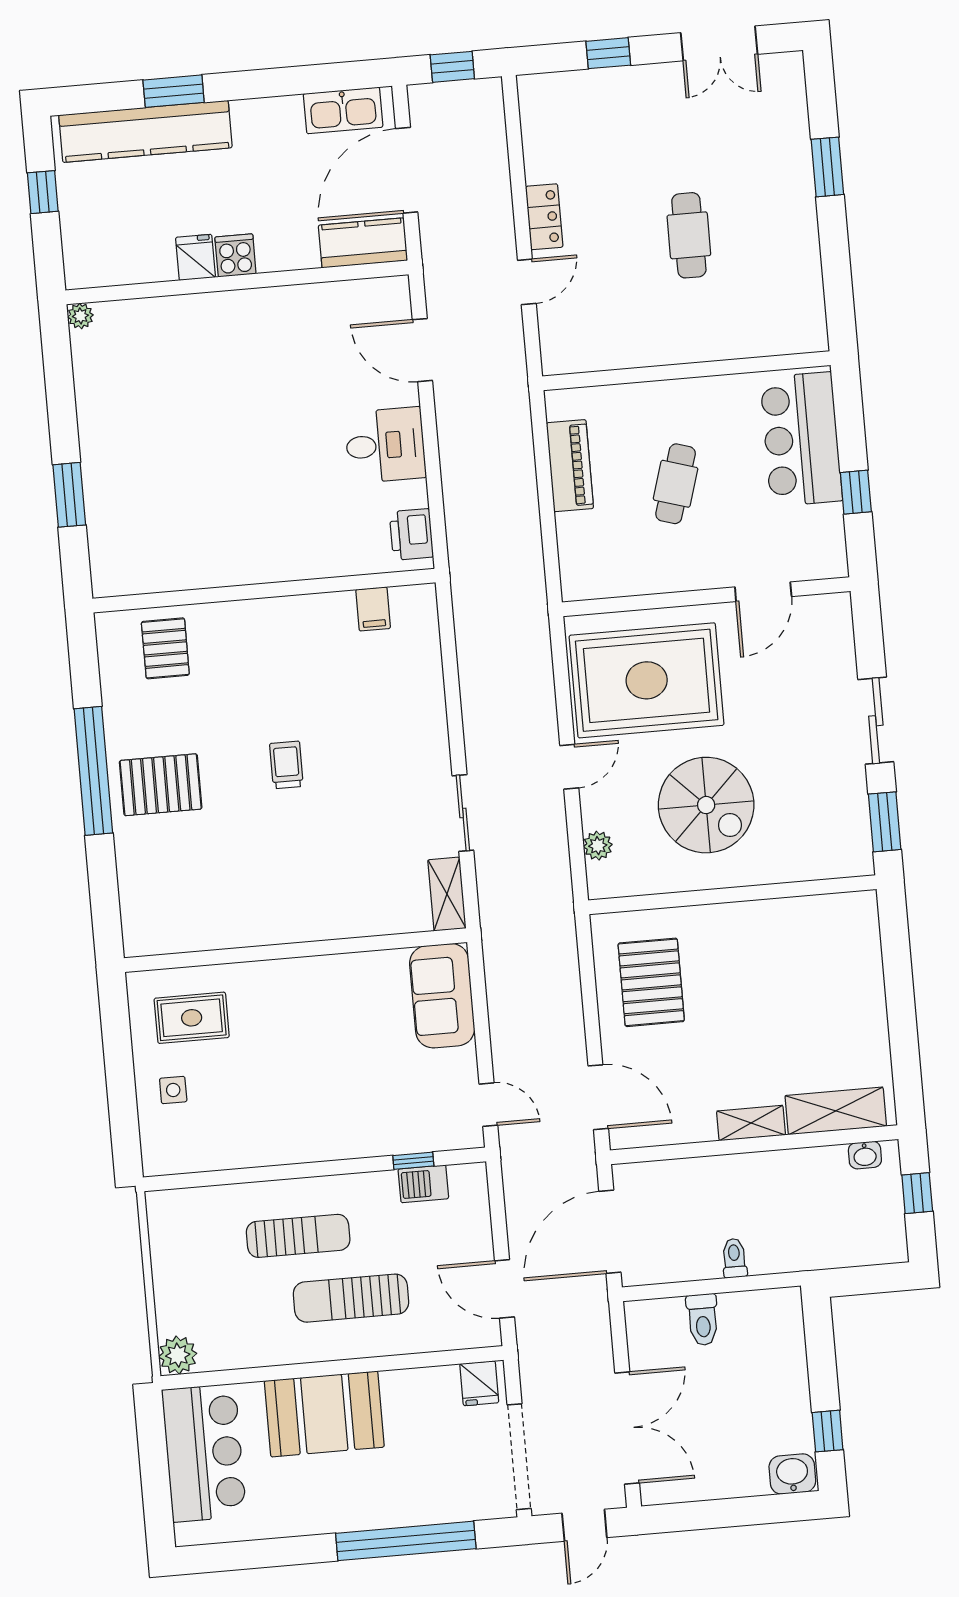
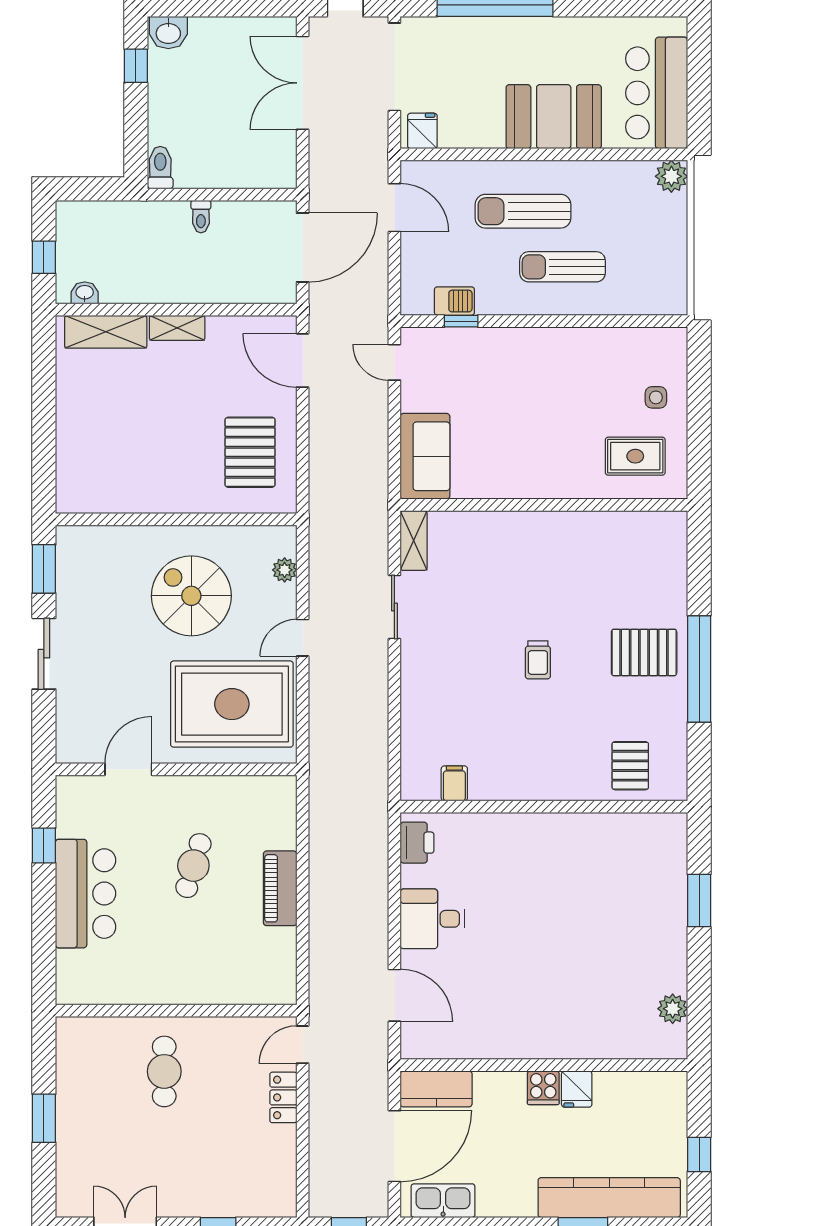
plant: (80, 316) -> (673, 1009), moved, width x1.38, depth x1.38
wall: (686, 371) -> (176, 1011), moved
sun lounger: (351, 1298) -> (523, 211), turned 180
toilet: (703, 1320) -> (160, 168), moved

